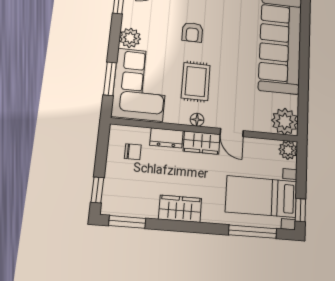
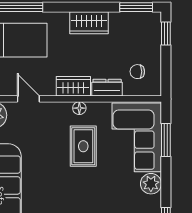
armchair: (192, 32) -> (90, 197), removed
door: (232, 133) -> (28, 99), moved

